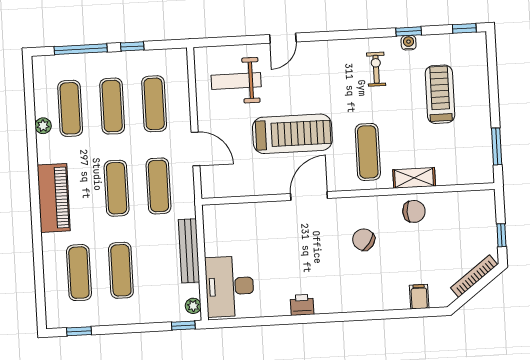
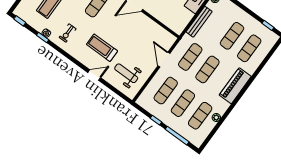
weight bench: (236, 81) -> (126, 73), turned 180
treadmill: (292, 134) -> (102, 48), moved, width x0.73, depth x0.73

